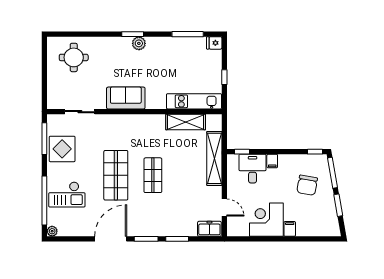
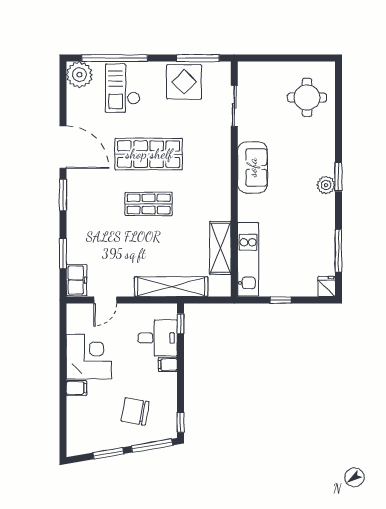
plant: (52, 231) -> (79, 75), width x1.87, depth x1.87
window: (177, 239) -> (63, 254), moved

